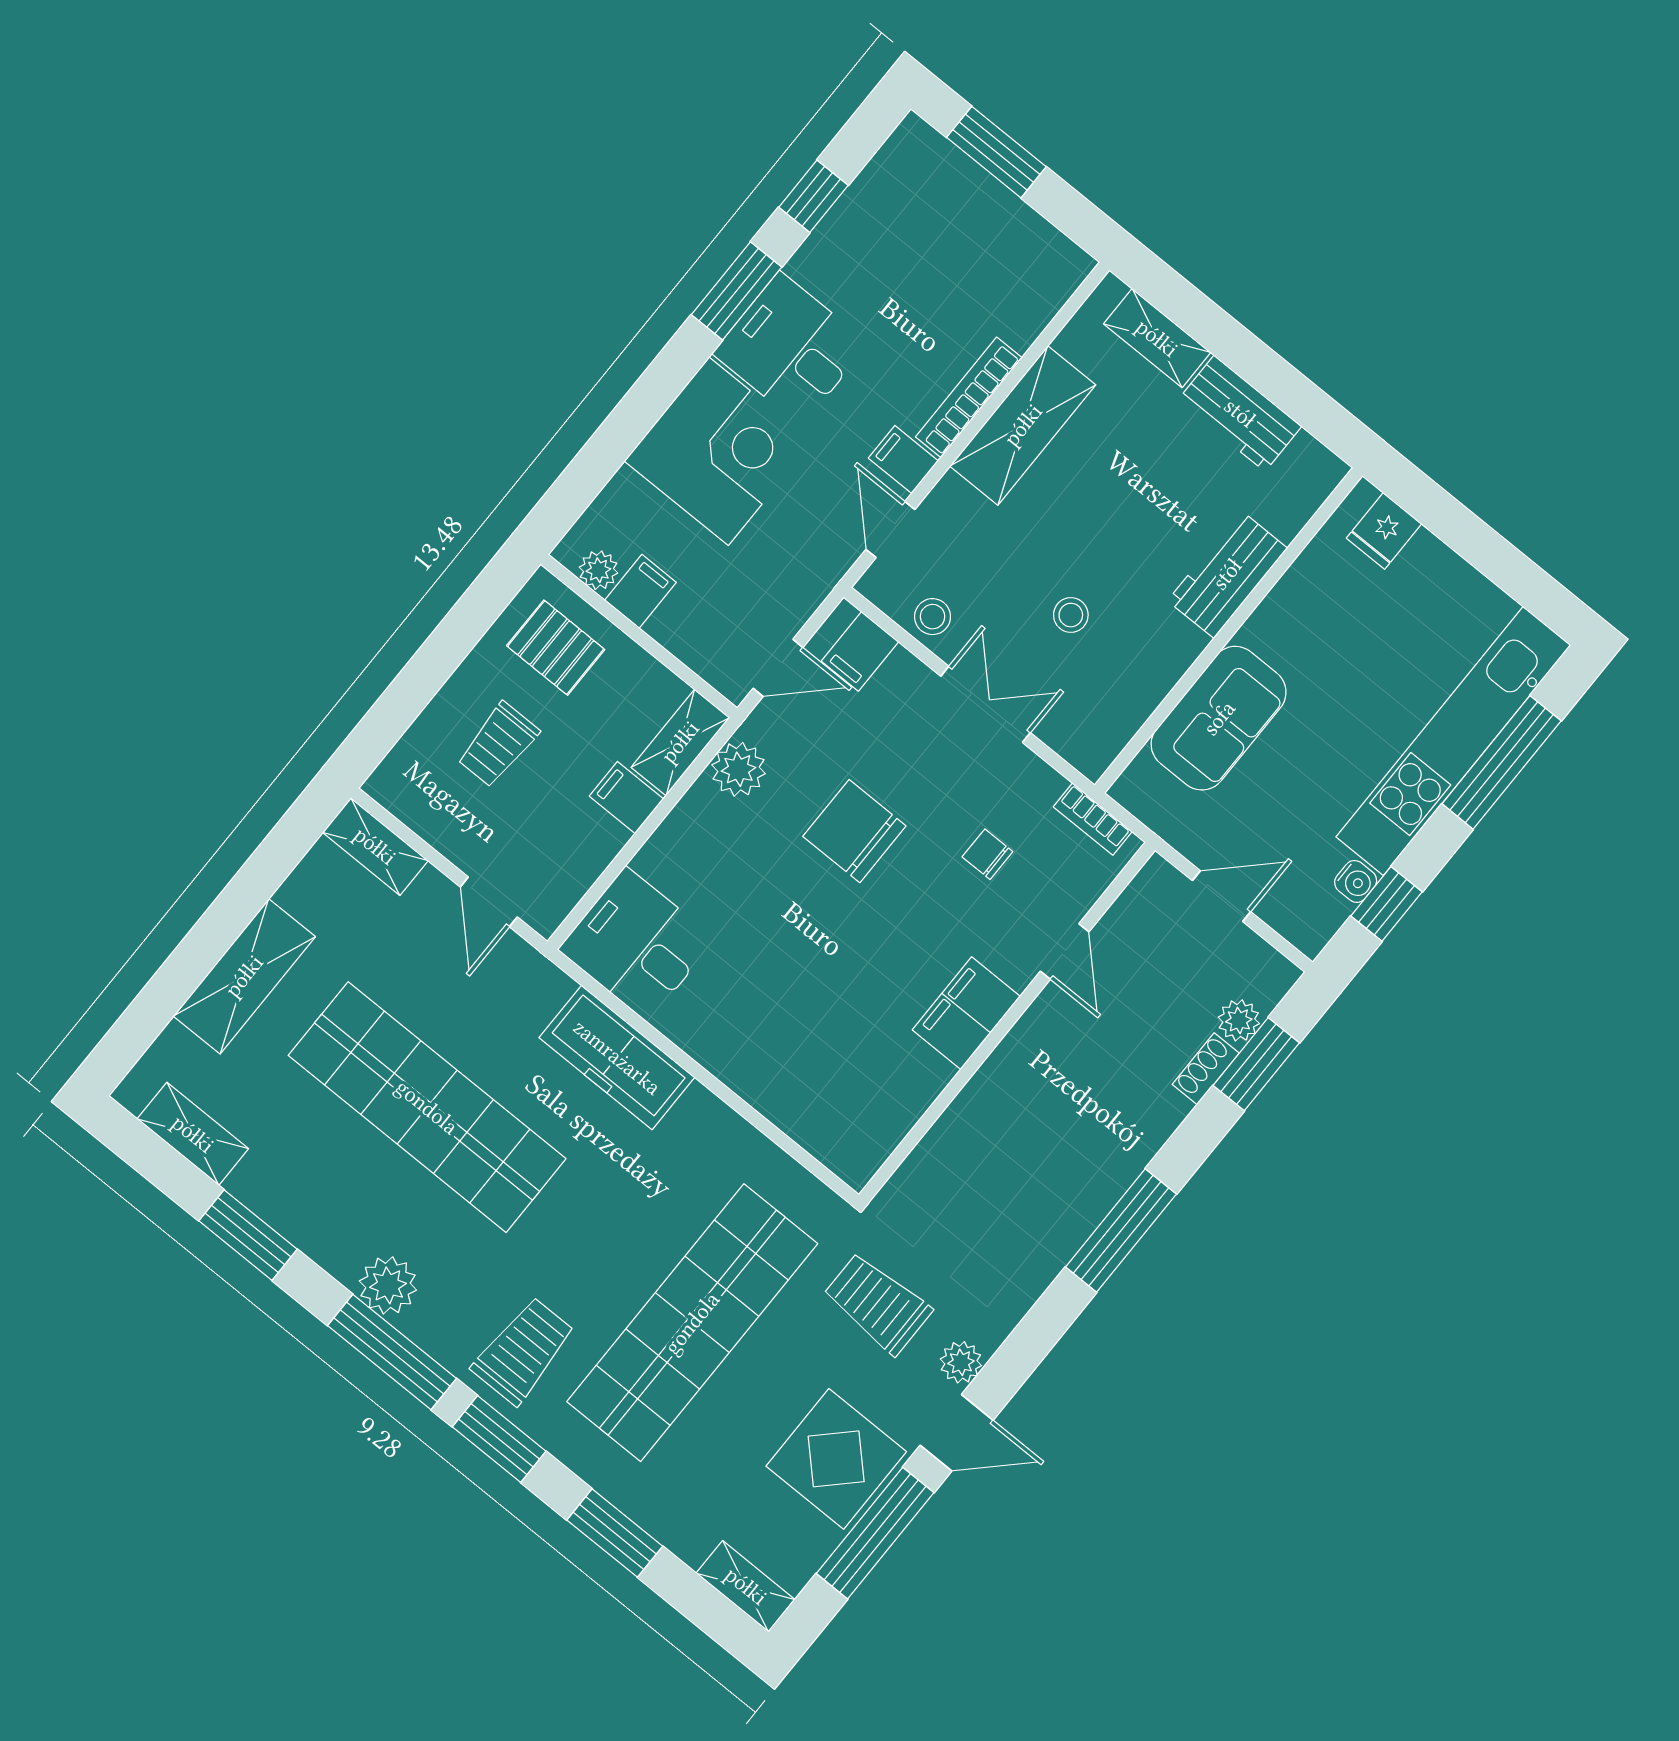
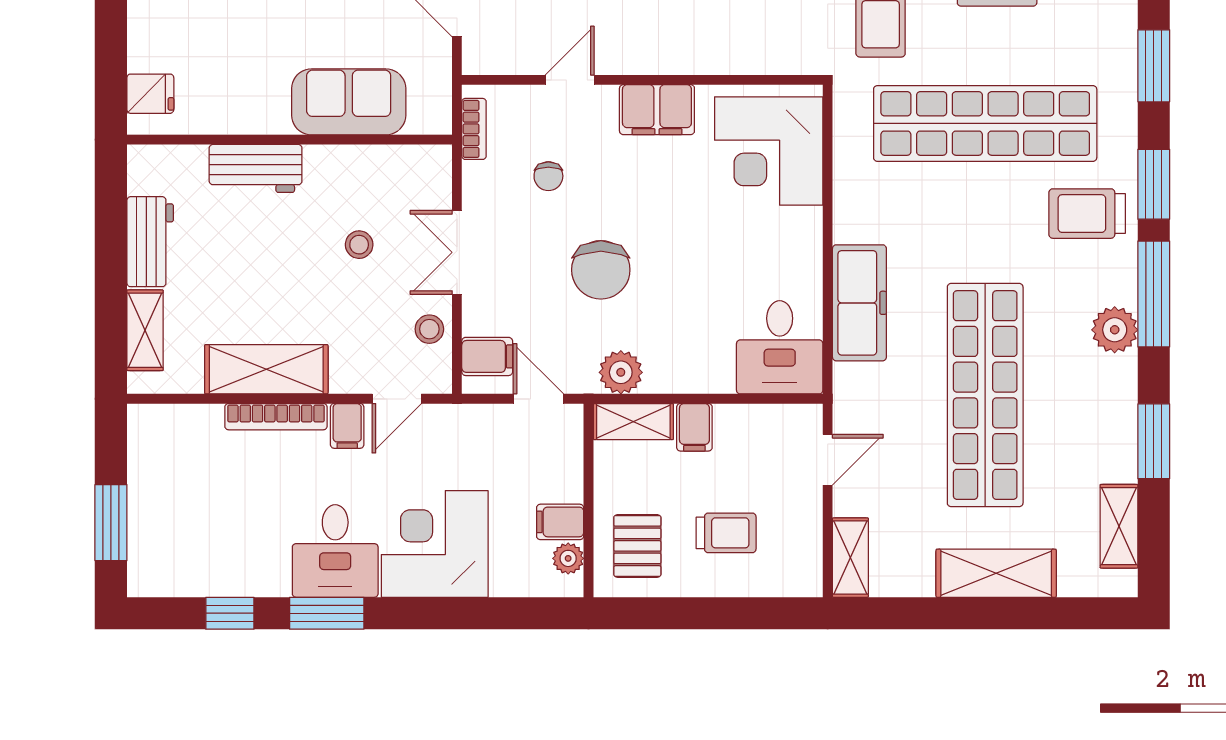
corner desk: (837, 1089) -> (769, 151), added

